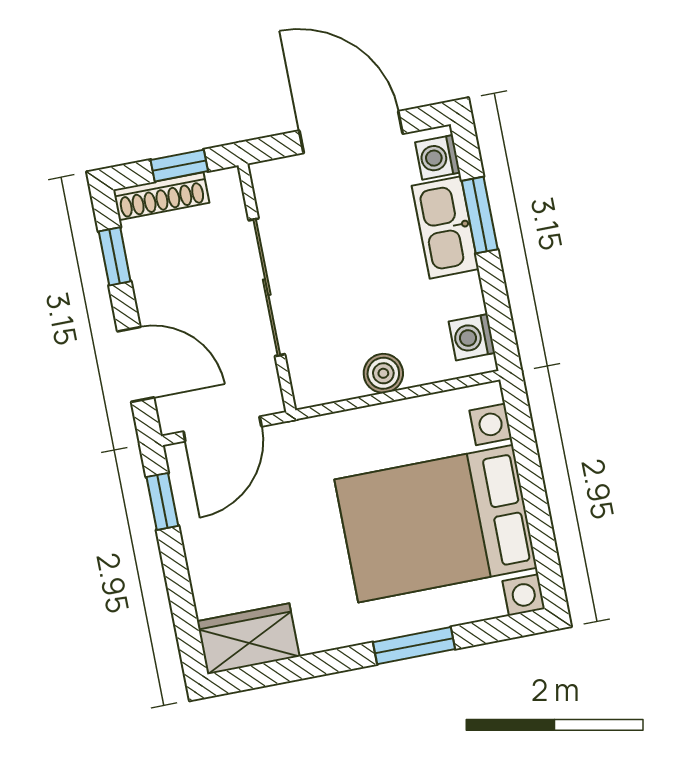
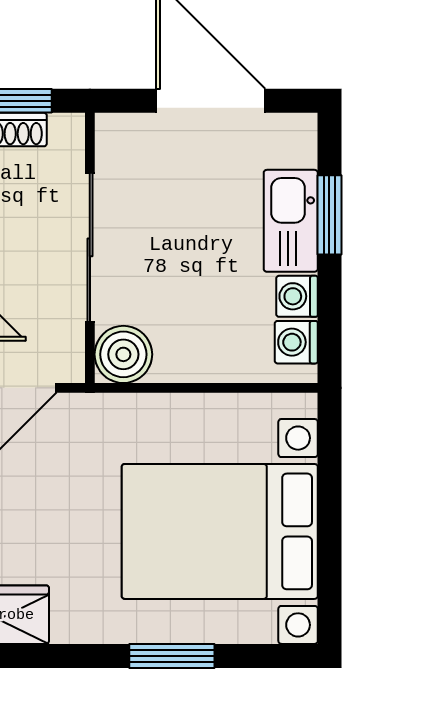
washing machine: (438, 157) -> (297, 296), moved
boiler: (383, 373) -> (123, 354), moved, width x1.36, depth x1.36

